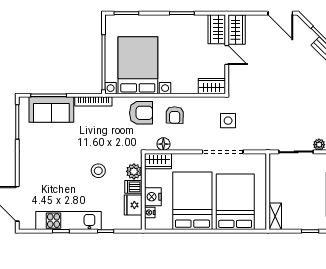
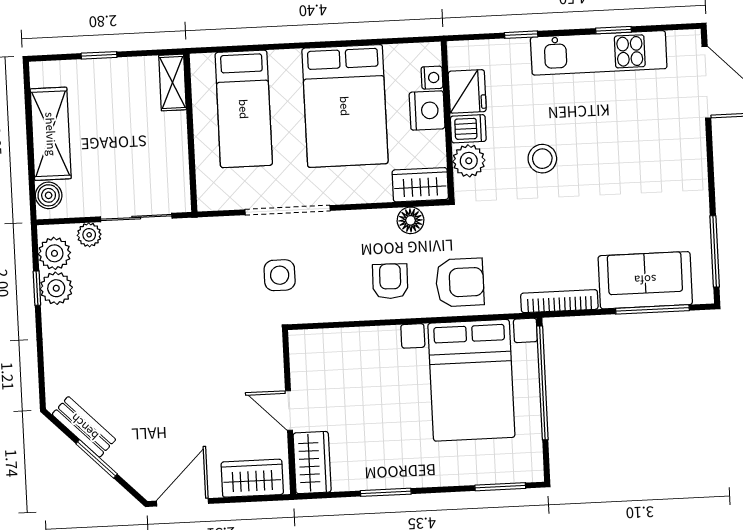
door: (280, 13) -> (182, 502), hinge flipped
wardrobe: (237, 30) -> (252, 478), moved, turned 90
wardrobe: (212, 86) -> (316, 345), removed
armchair: (141, 113) -> (460, 282), turned 180
bed: (235, 202) -> (244, 109), width x0.67

